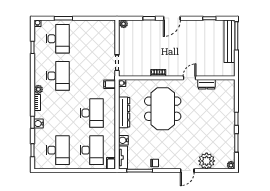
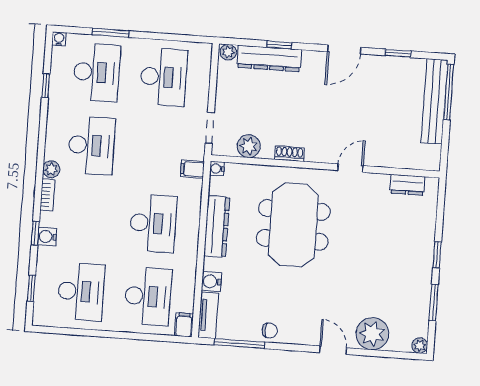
door: (172, 18) -> (344, 49), moved
dresser: (144, 25) -> (269, 58), added
desk: (92, 39) -> (164, 77), added
plant: (137, 71) -> (249, 146), added
dresser: (207, 84) -> (407, 185), moved
door: (187, 171) -> (333, 350), swing flipped

